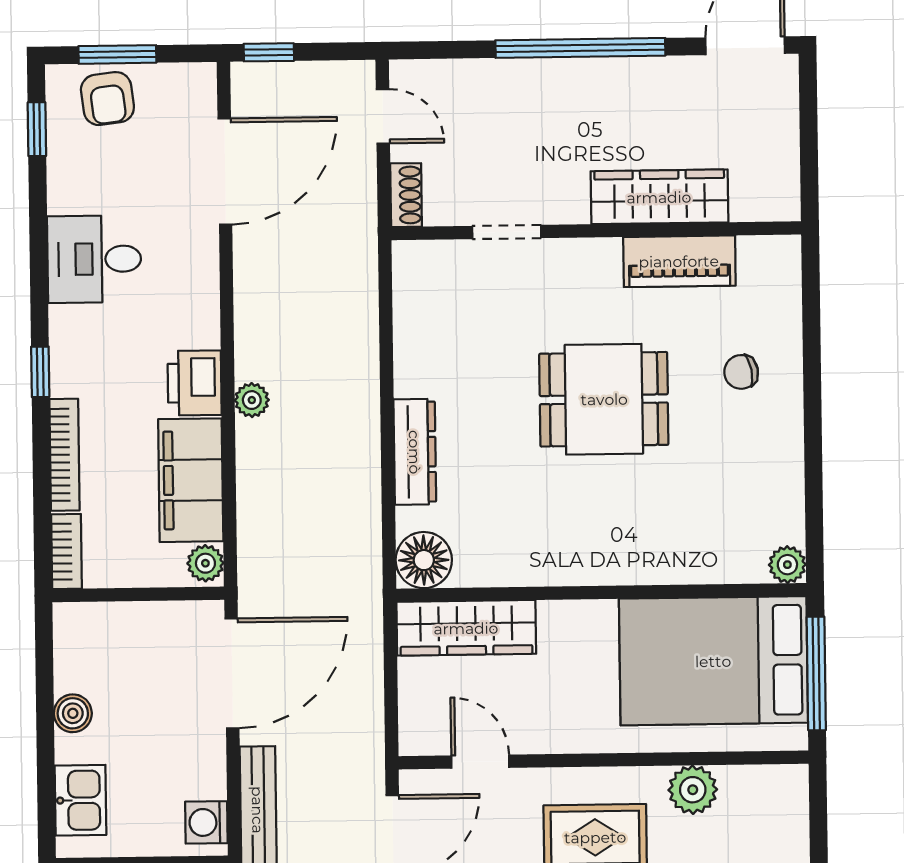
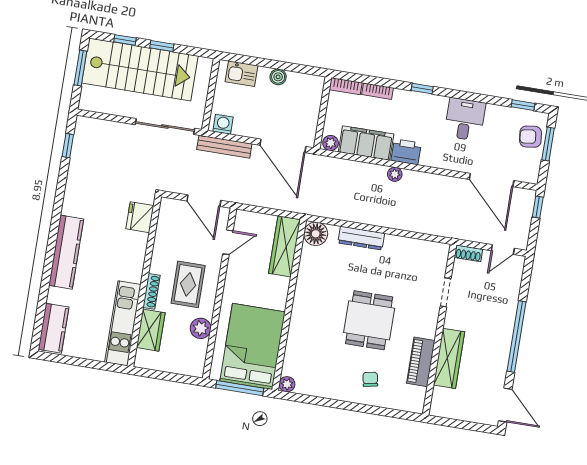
bookcase: (65, 455) -> (378, 91), width x0.64

